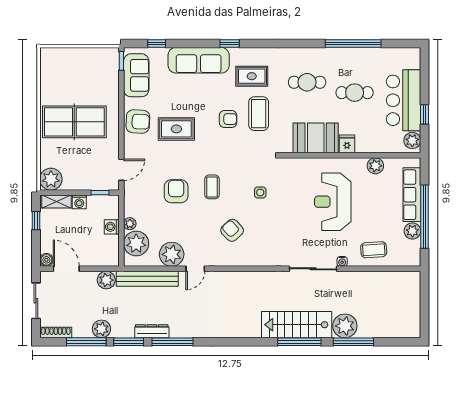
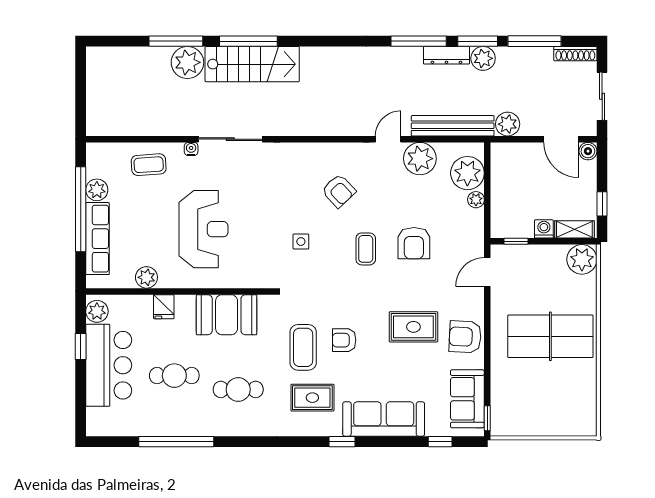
fridge: (347, 144) -> (164, 307), moved
washing machine: (112, 227) -> (500, 195), removed
plant: (101, 329) -> (483, 58), moved

